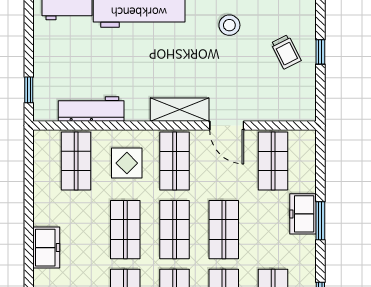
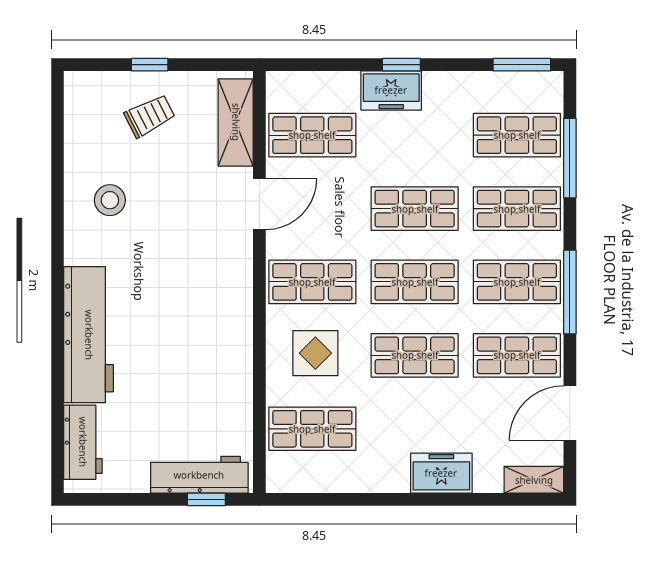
workbench: (91, 109) -> (199, 475), moved, turned 90
shelving: (180, 110) -> (236, 122), moved
window: (320, 221) -> (401, 65), width x0.67

